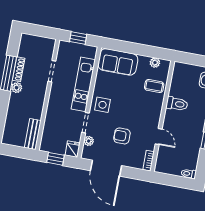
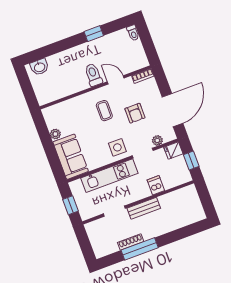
plant: (155, 63) -> (55, 134), moved
coffee table: (154, 86) -> (104, 111), moved
plant: (17, 88) -> (148, 234), removed
toilet: (177, 104) -> (93, 75), moved
dishwasher: (53, 118) -> (156, 185), added
bench: (33, 134) -> (144, 208), moved
door: (159, 136) -> (116, 80), hinge flipped

